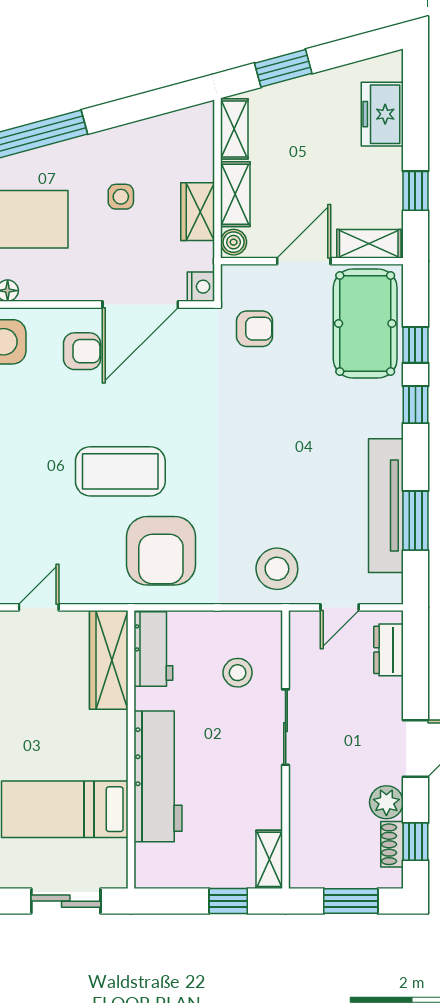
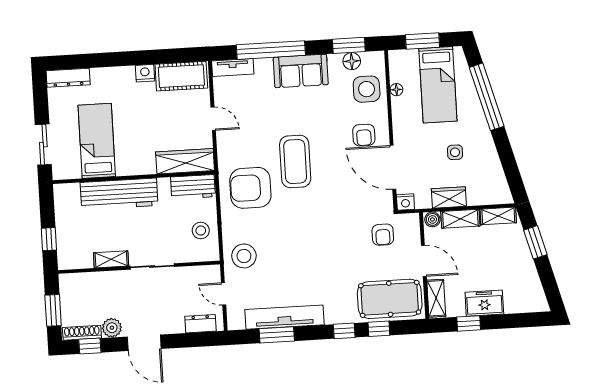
freezer: (382, 114) -> (484, 303), moved
stool: (238, 673) -> (201, 231), moved
shoe rack: (392, 844) -> (82, 333), width x1.43
shelving: (269, 859) -> (111, 259), moved

